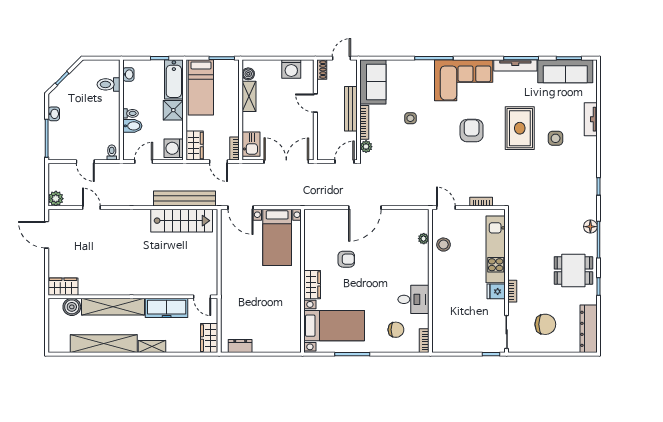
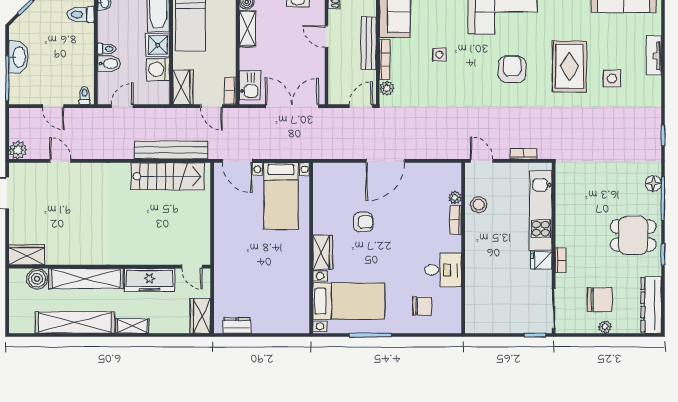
washbasin: (54, 114) -> (19, 57), width x1.91, depth x1.45
washing machine: (174, 148) -> (158, 69), moved
bookcase: (424, 341) -> (456, 220), moved
plant: (550, 347) -> (605, 327), added

